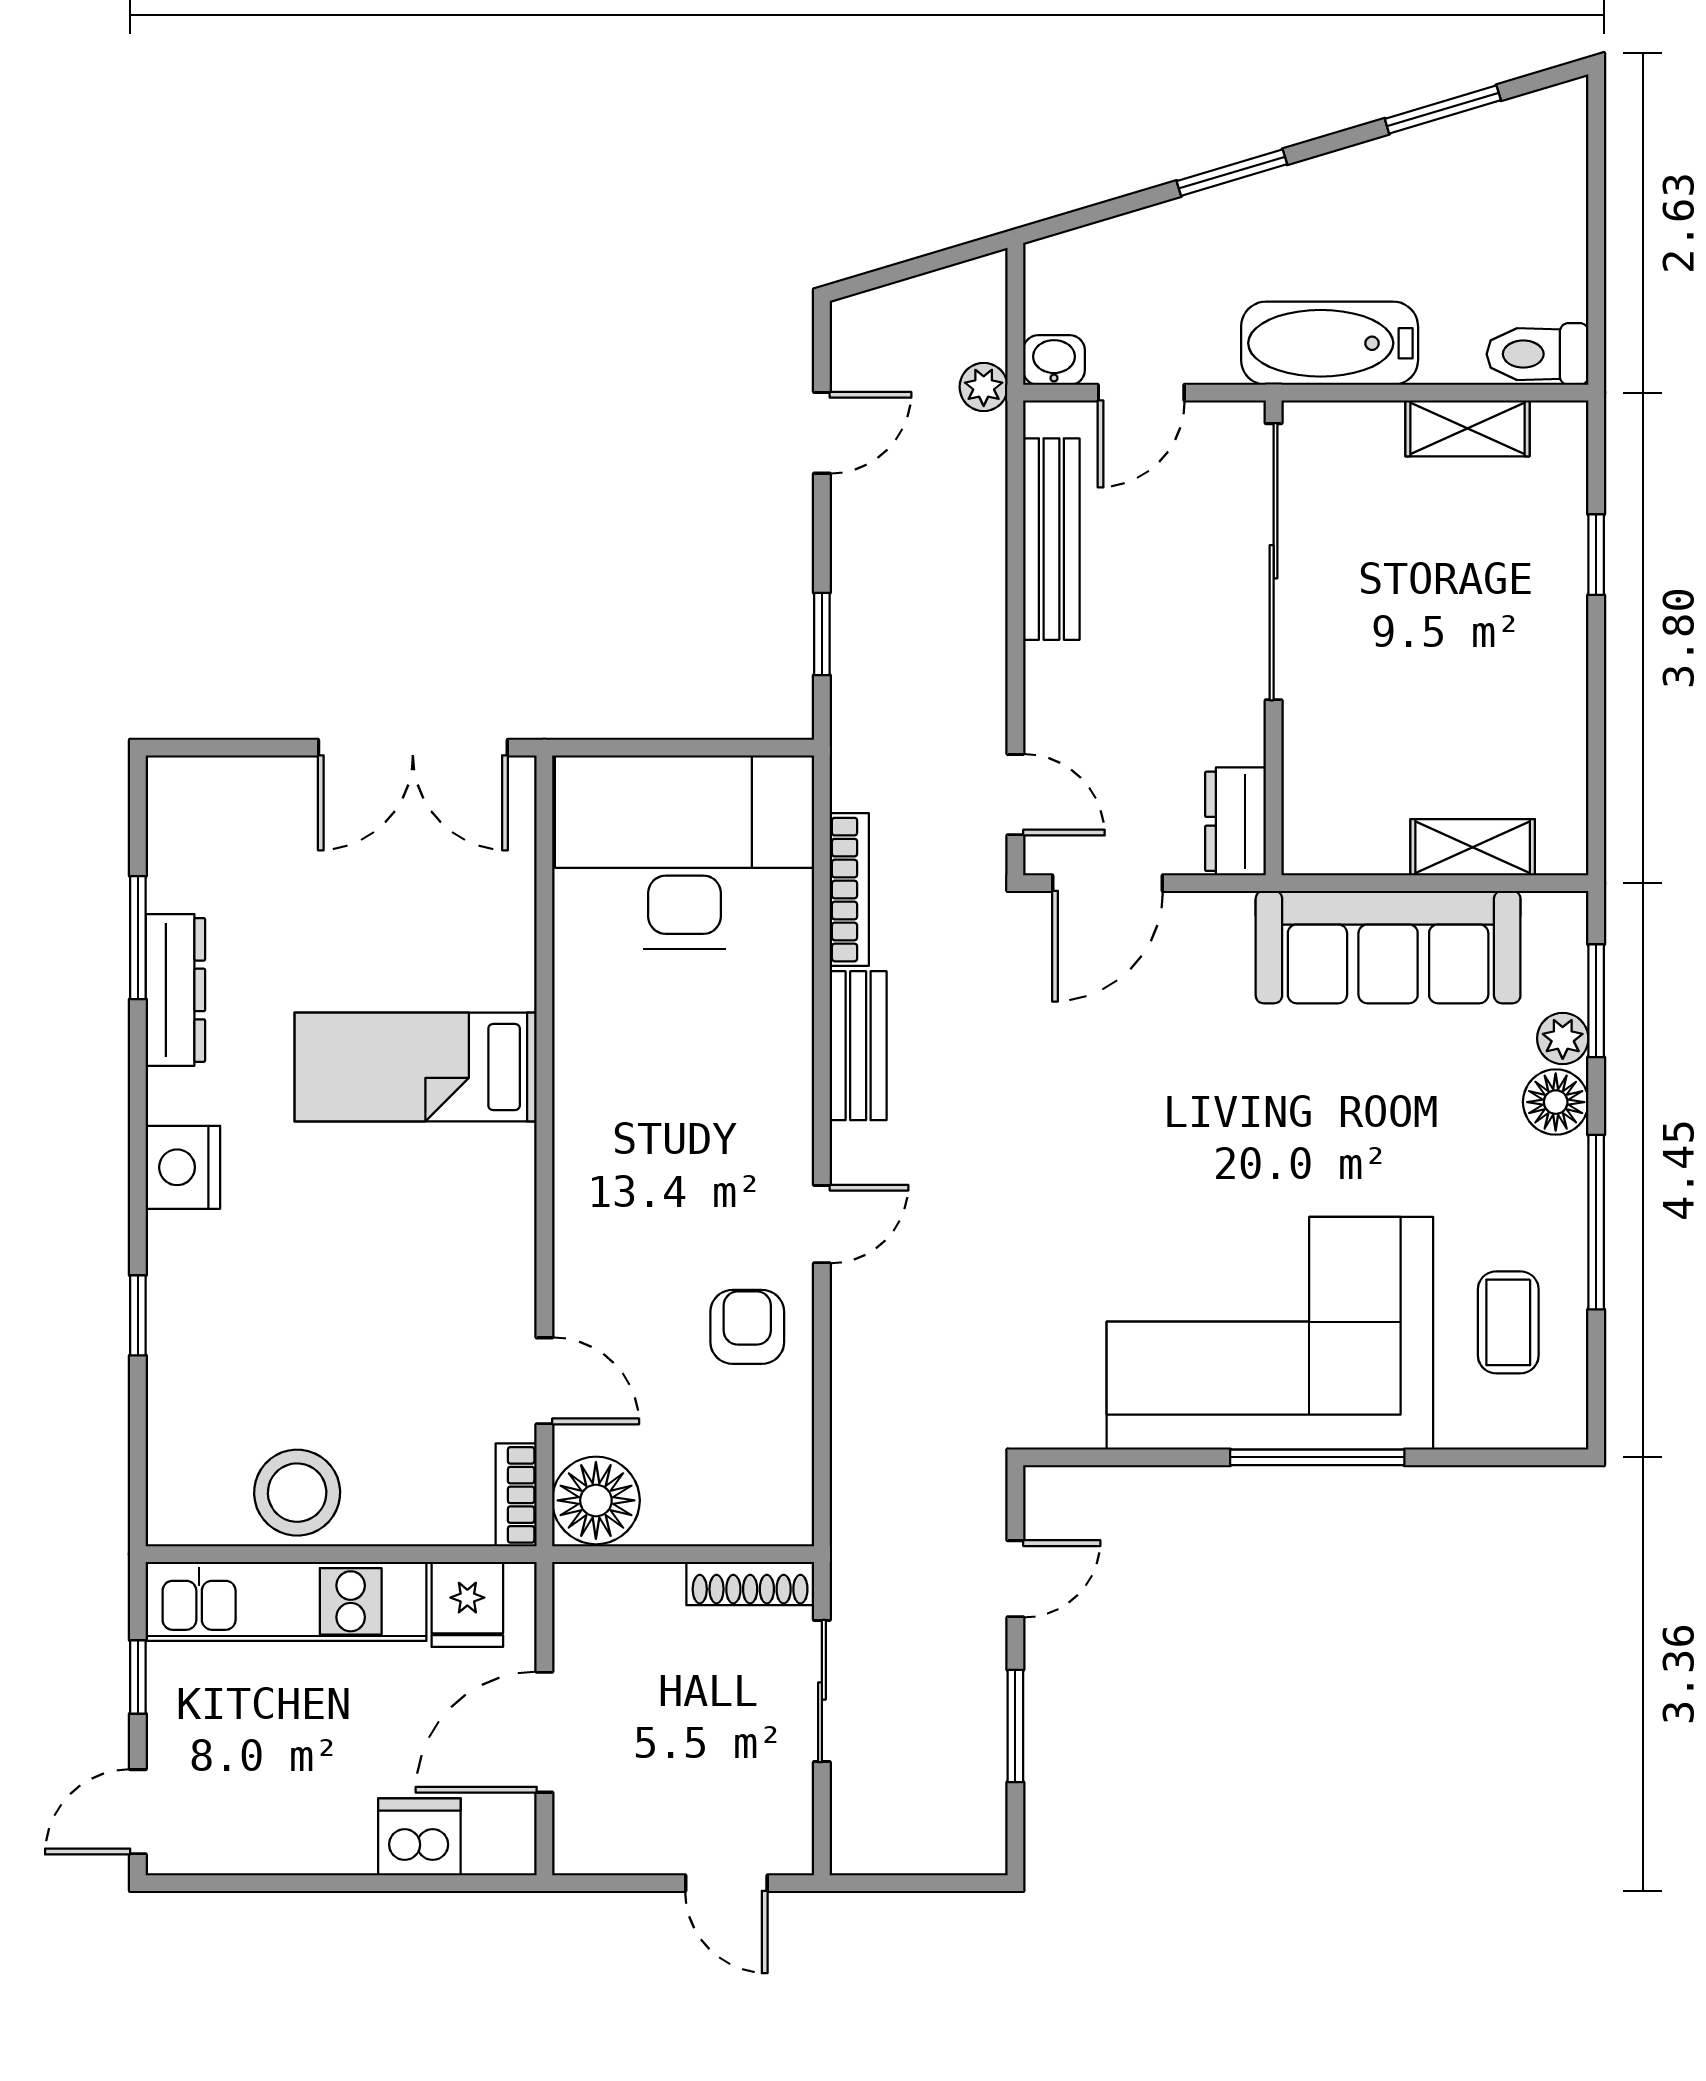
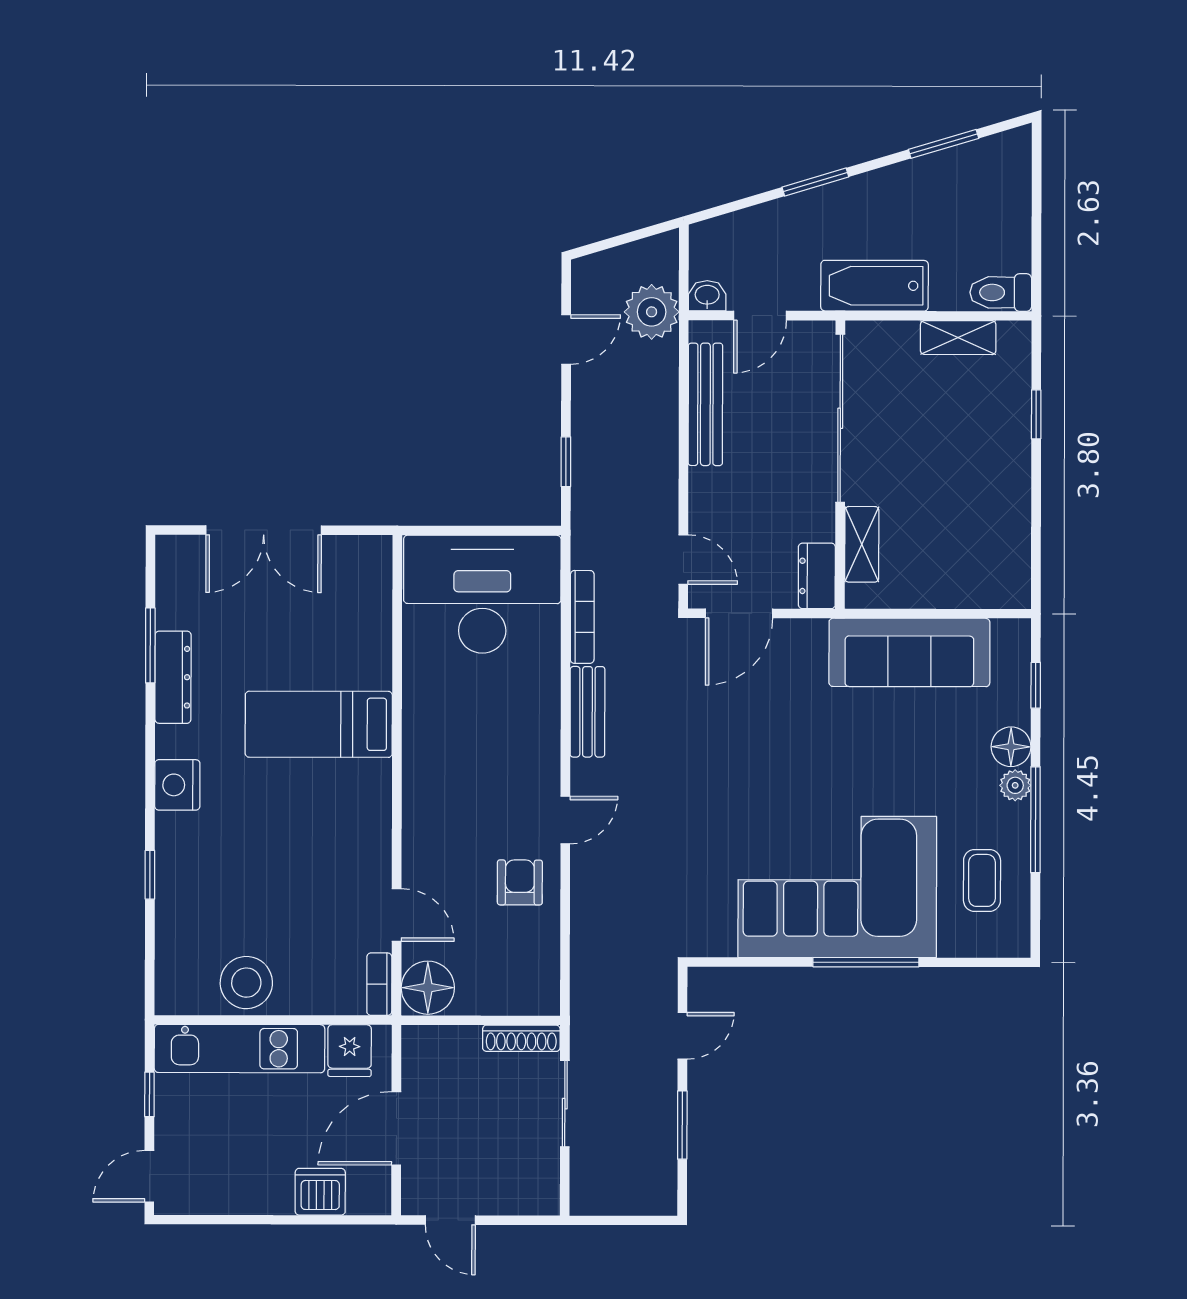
plant: (984, 387) -> (652, 312), width x1.88, depth x1.88
double door: (413, 748) -> (264, 530), moved
shelving: (1473, 847) -> (862, 544), moved, turned 90
window: (1596, 1001) -> (1036, 685), width x0.67
plant: (1563, 1038) -> (1015, 785), moved
door: (726, 1883) -> (450, 1220), moved

